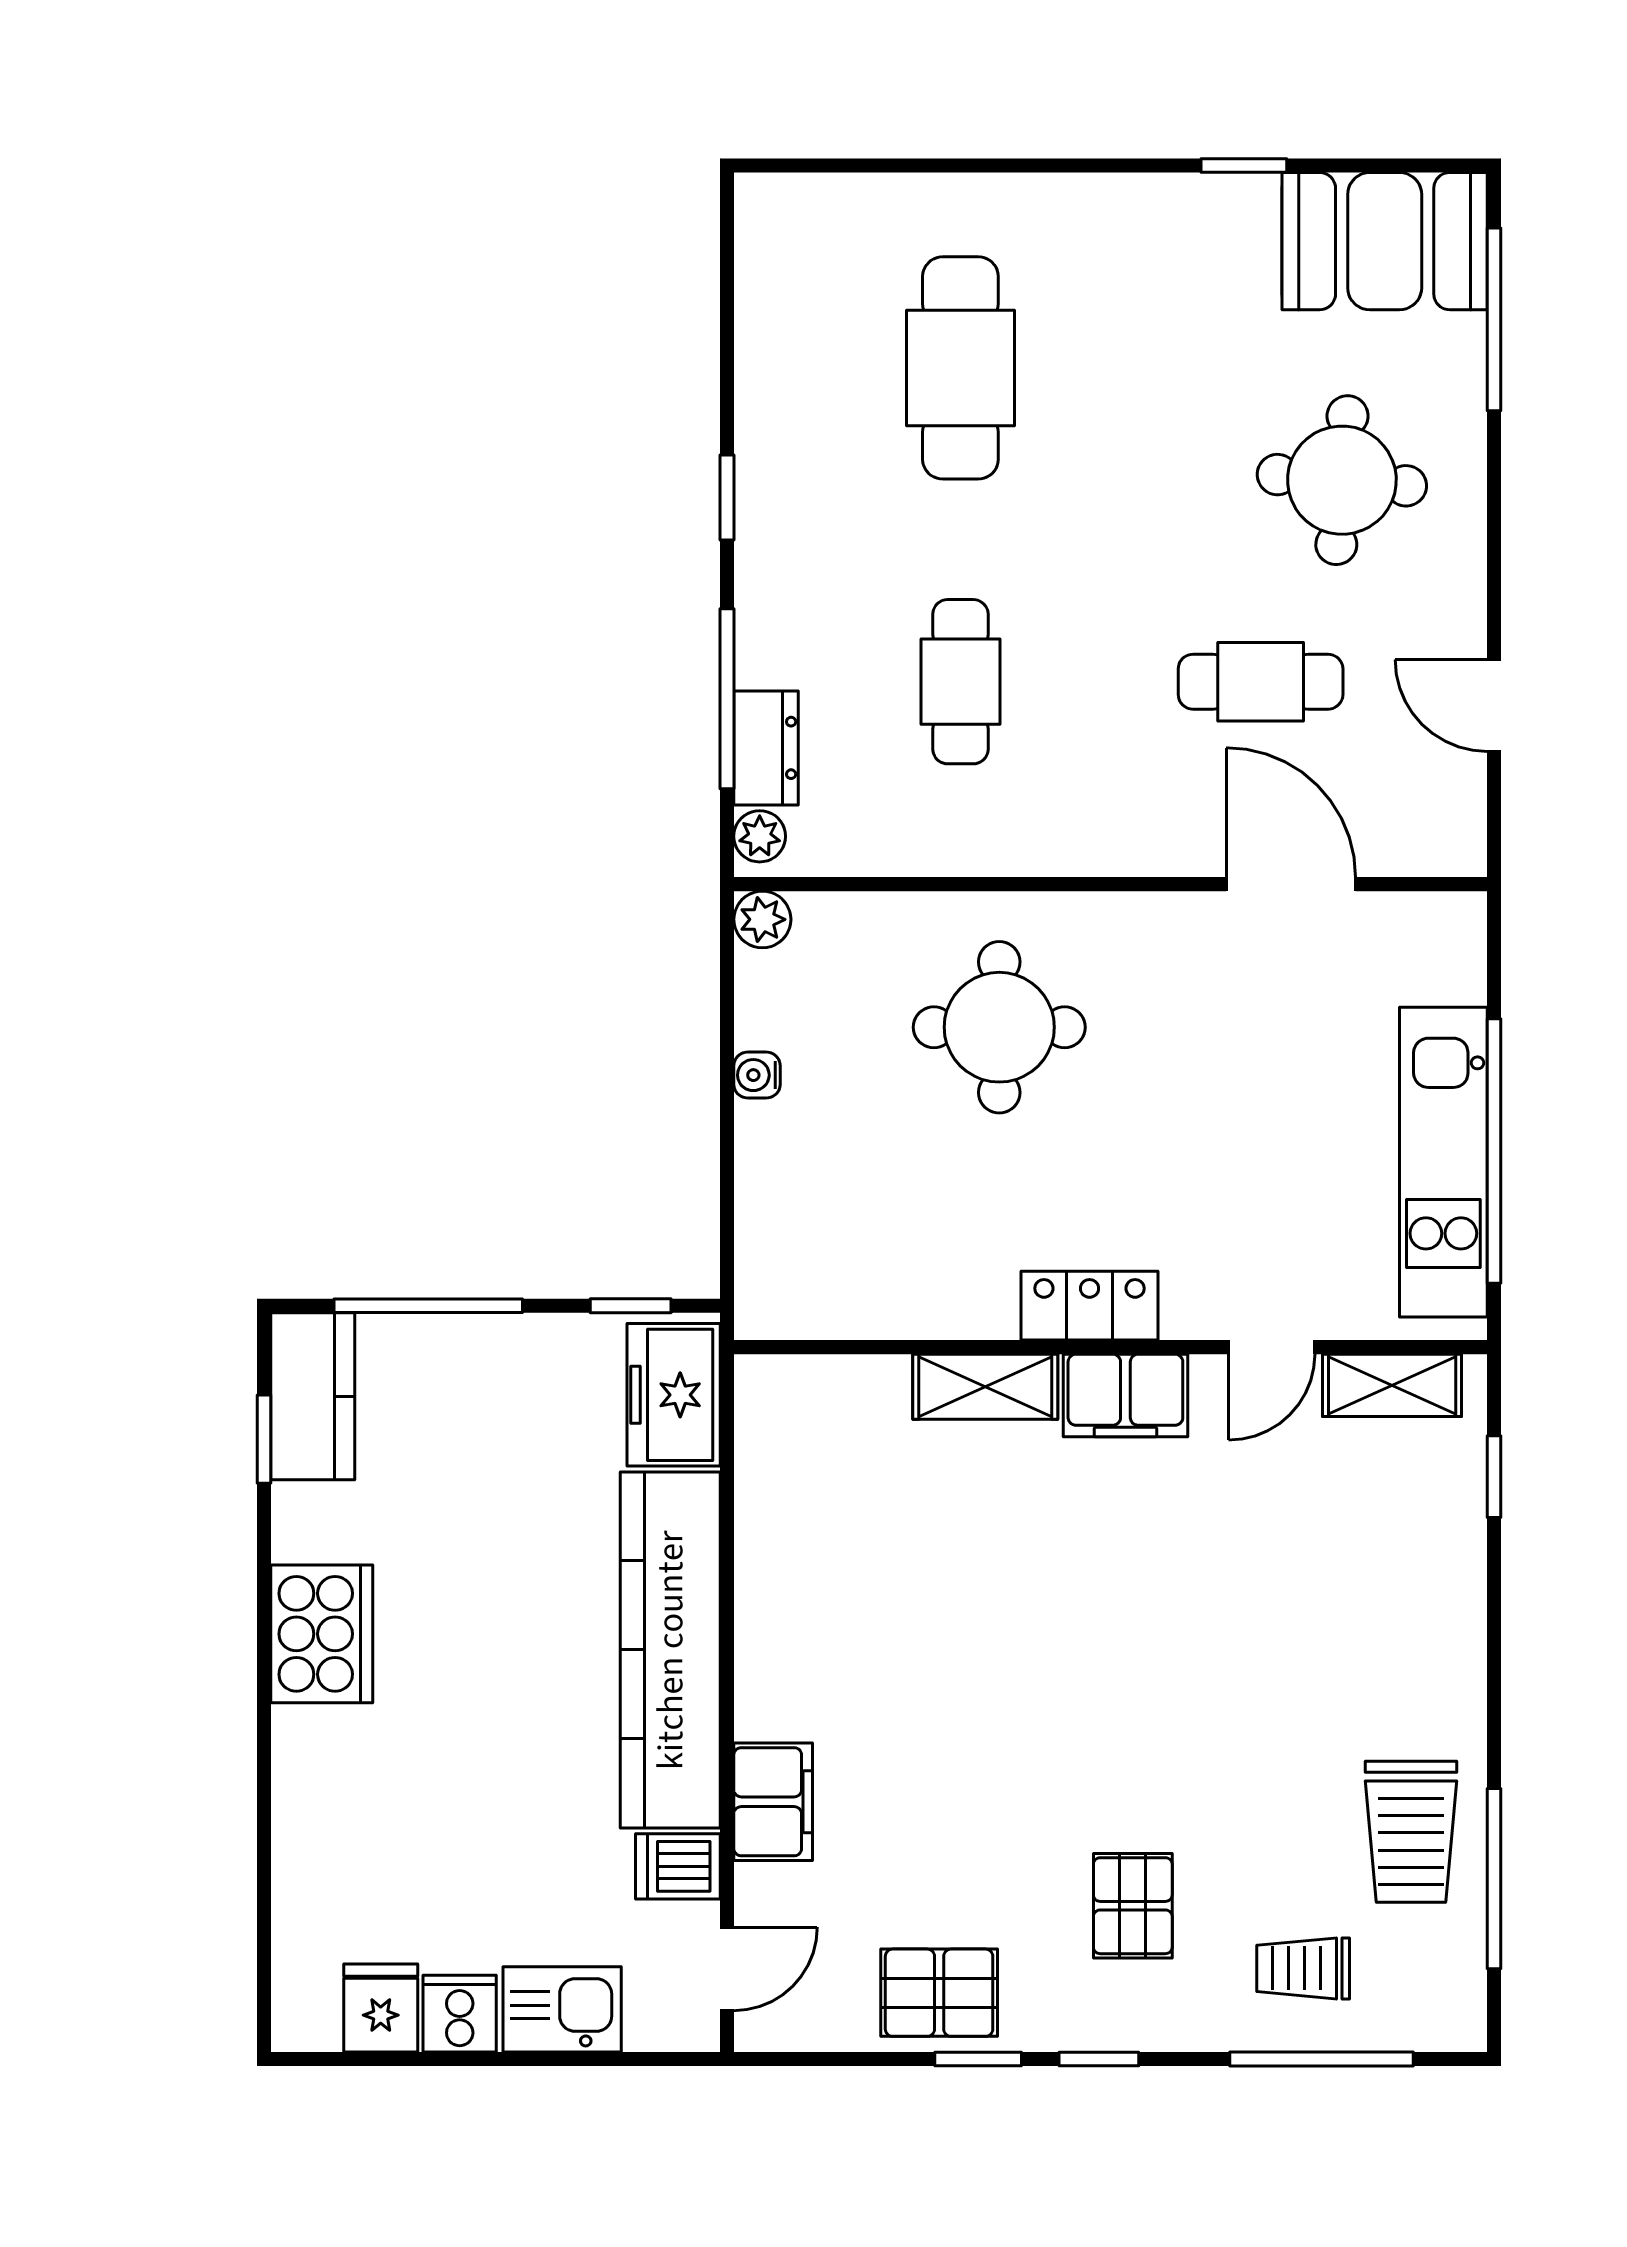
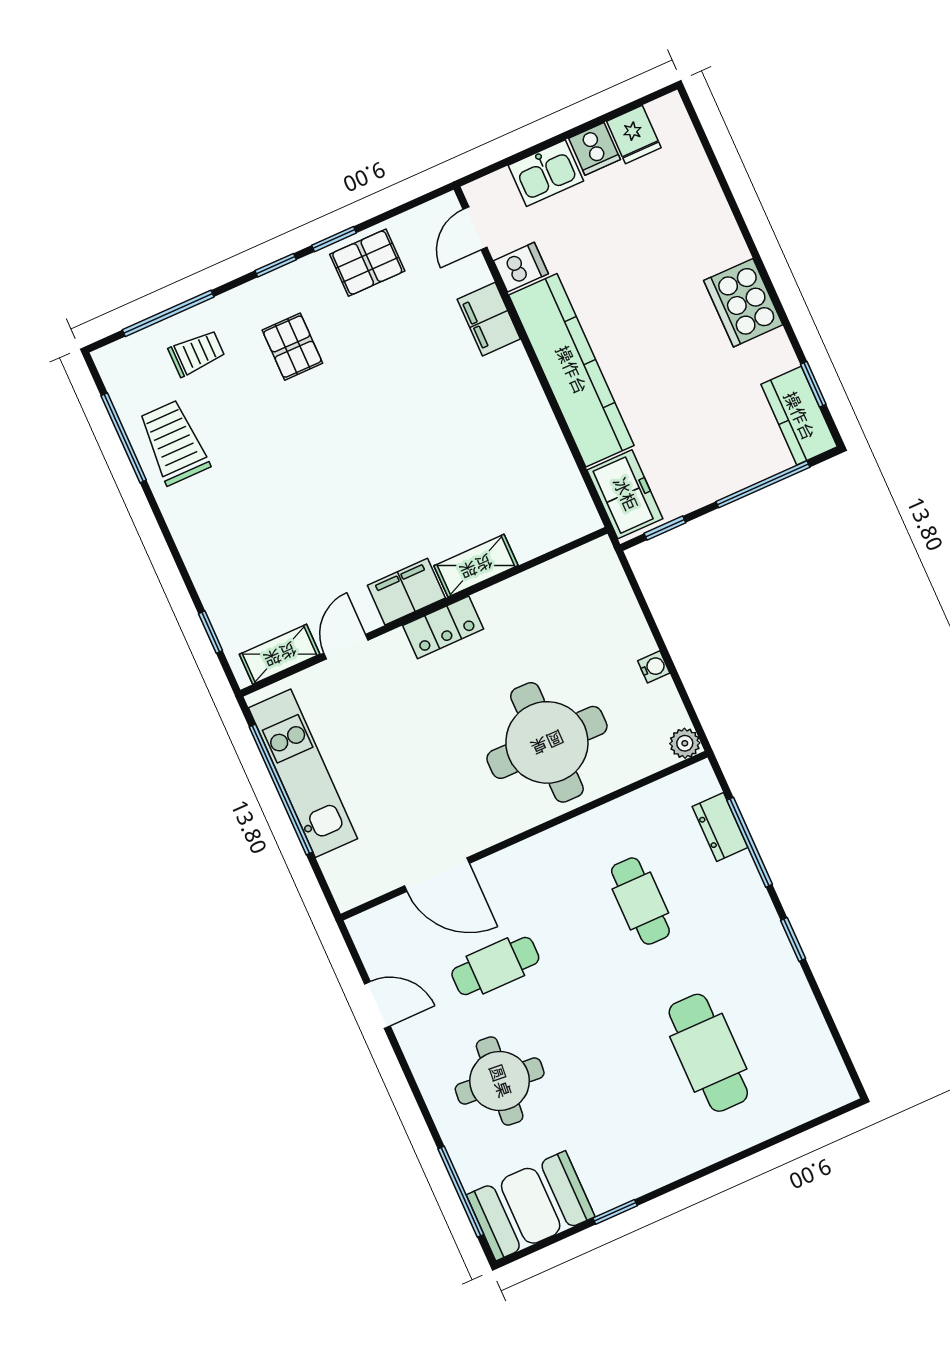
plant: (760, 836) -> (704, 783), removed
round table: (999, 1027) -> (547, 742), width x1.36, depth x1.36

